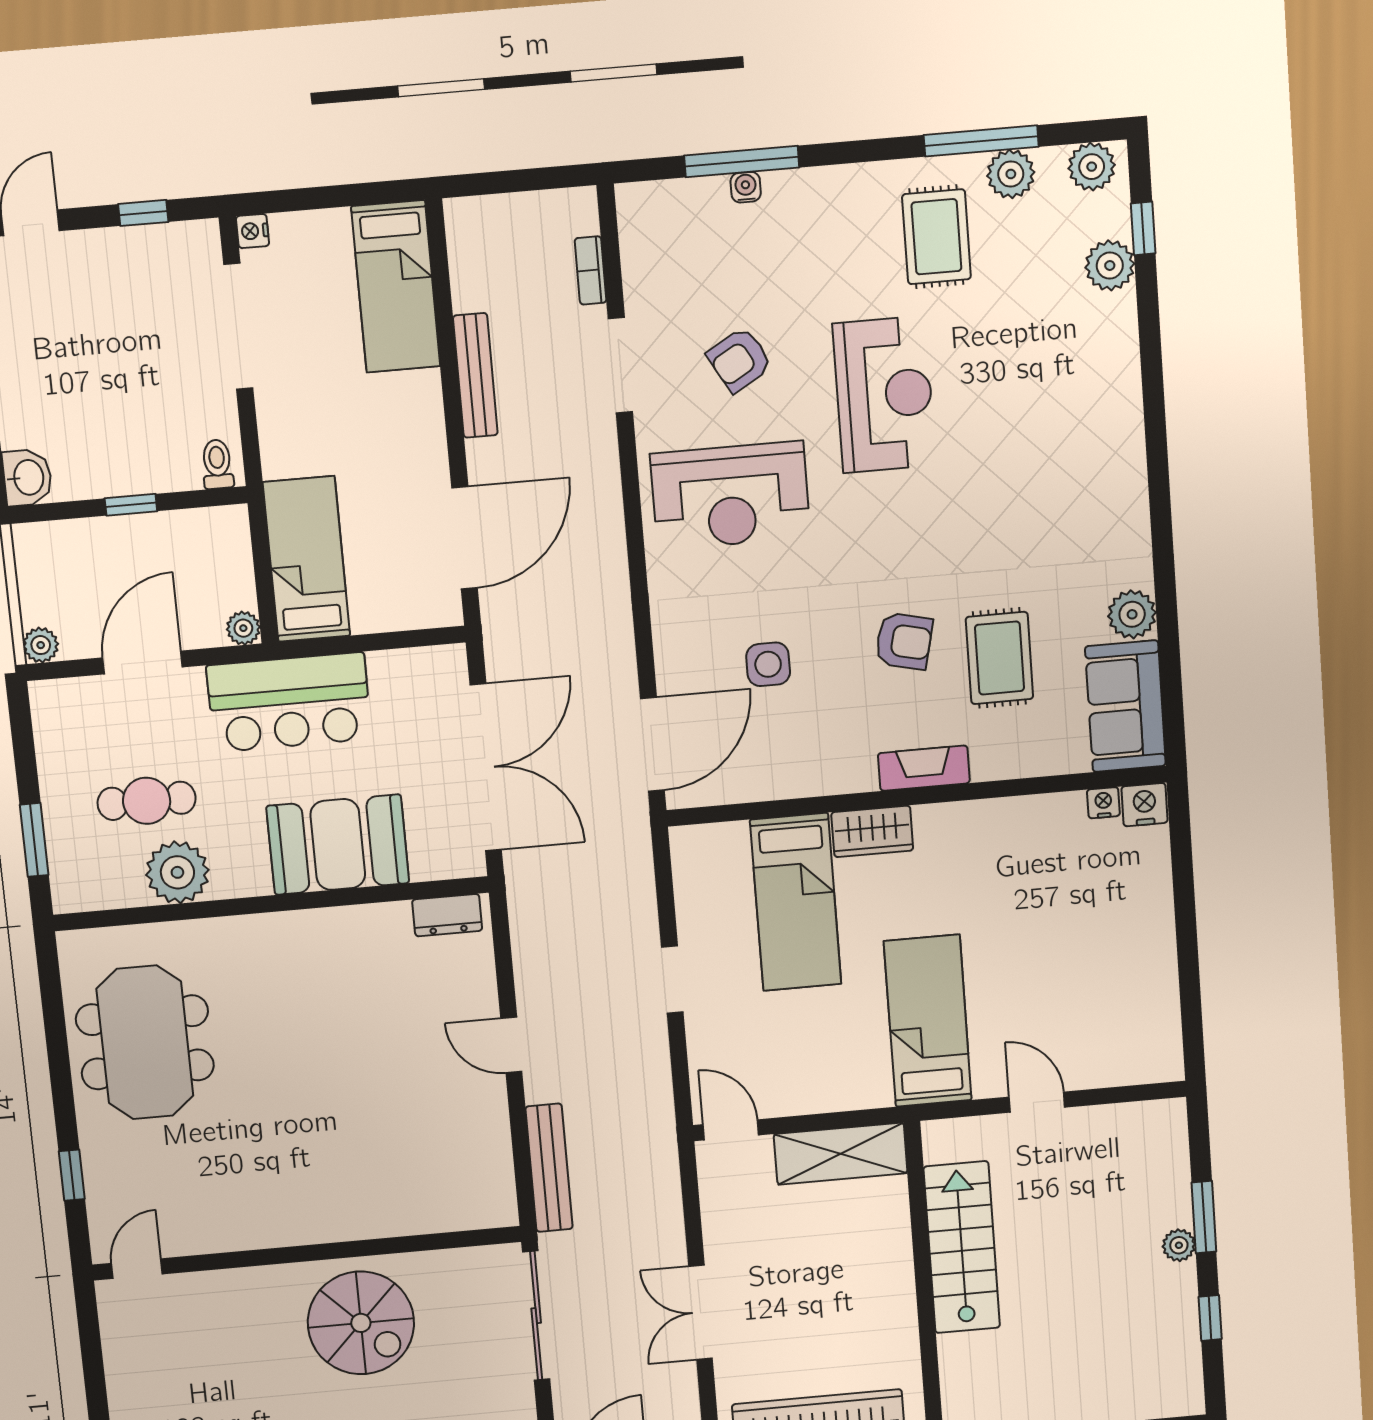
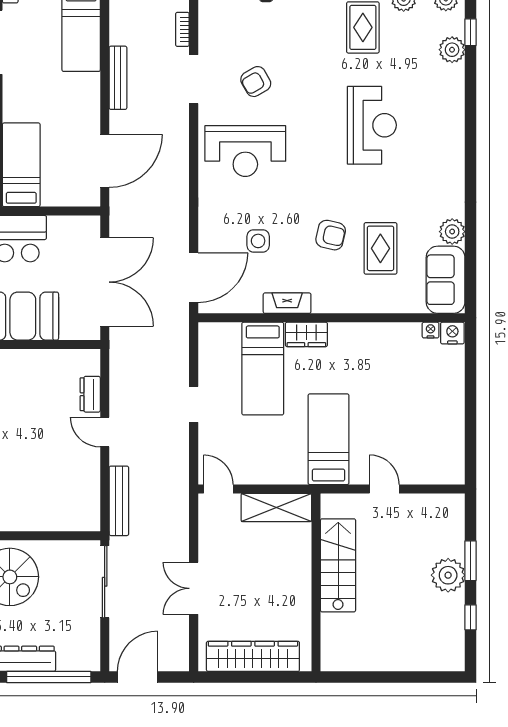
reception desk: (884, 395) -> (372, 125), moved
fireplace: (924, 768) -> (287, 303), moved
dresser: (447, 915) -> (90, 394), moved, turned 90
plant: (1179, 1245) -> (448, 575), width x1.88, depth x1.88

